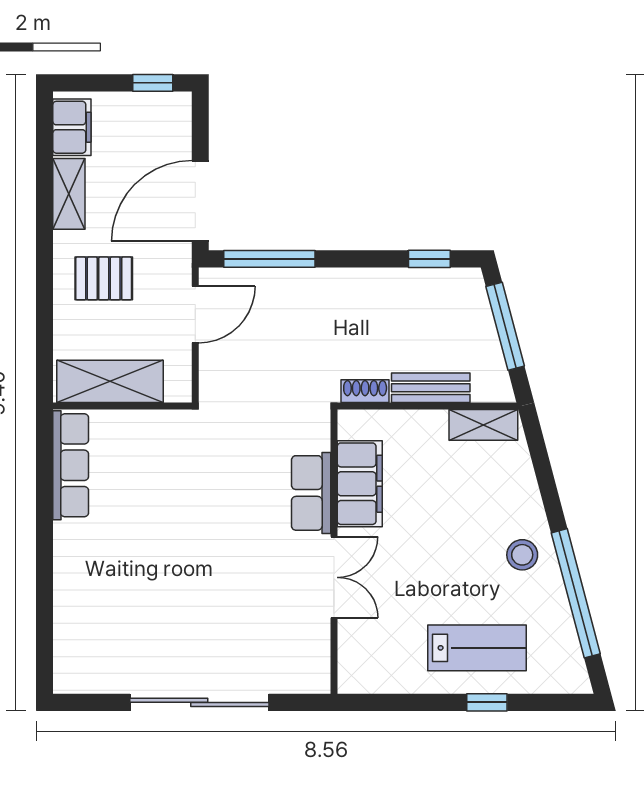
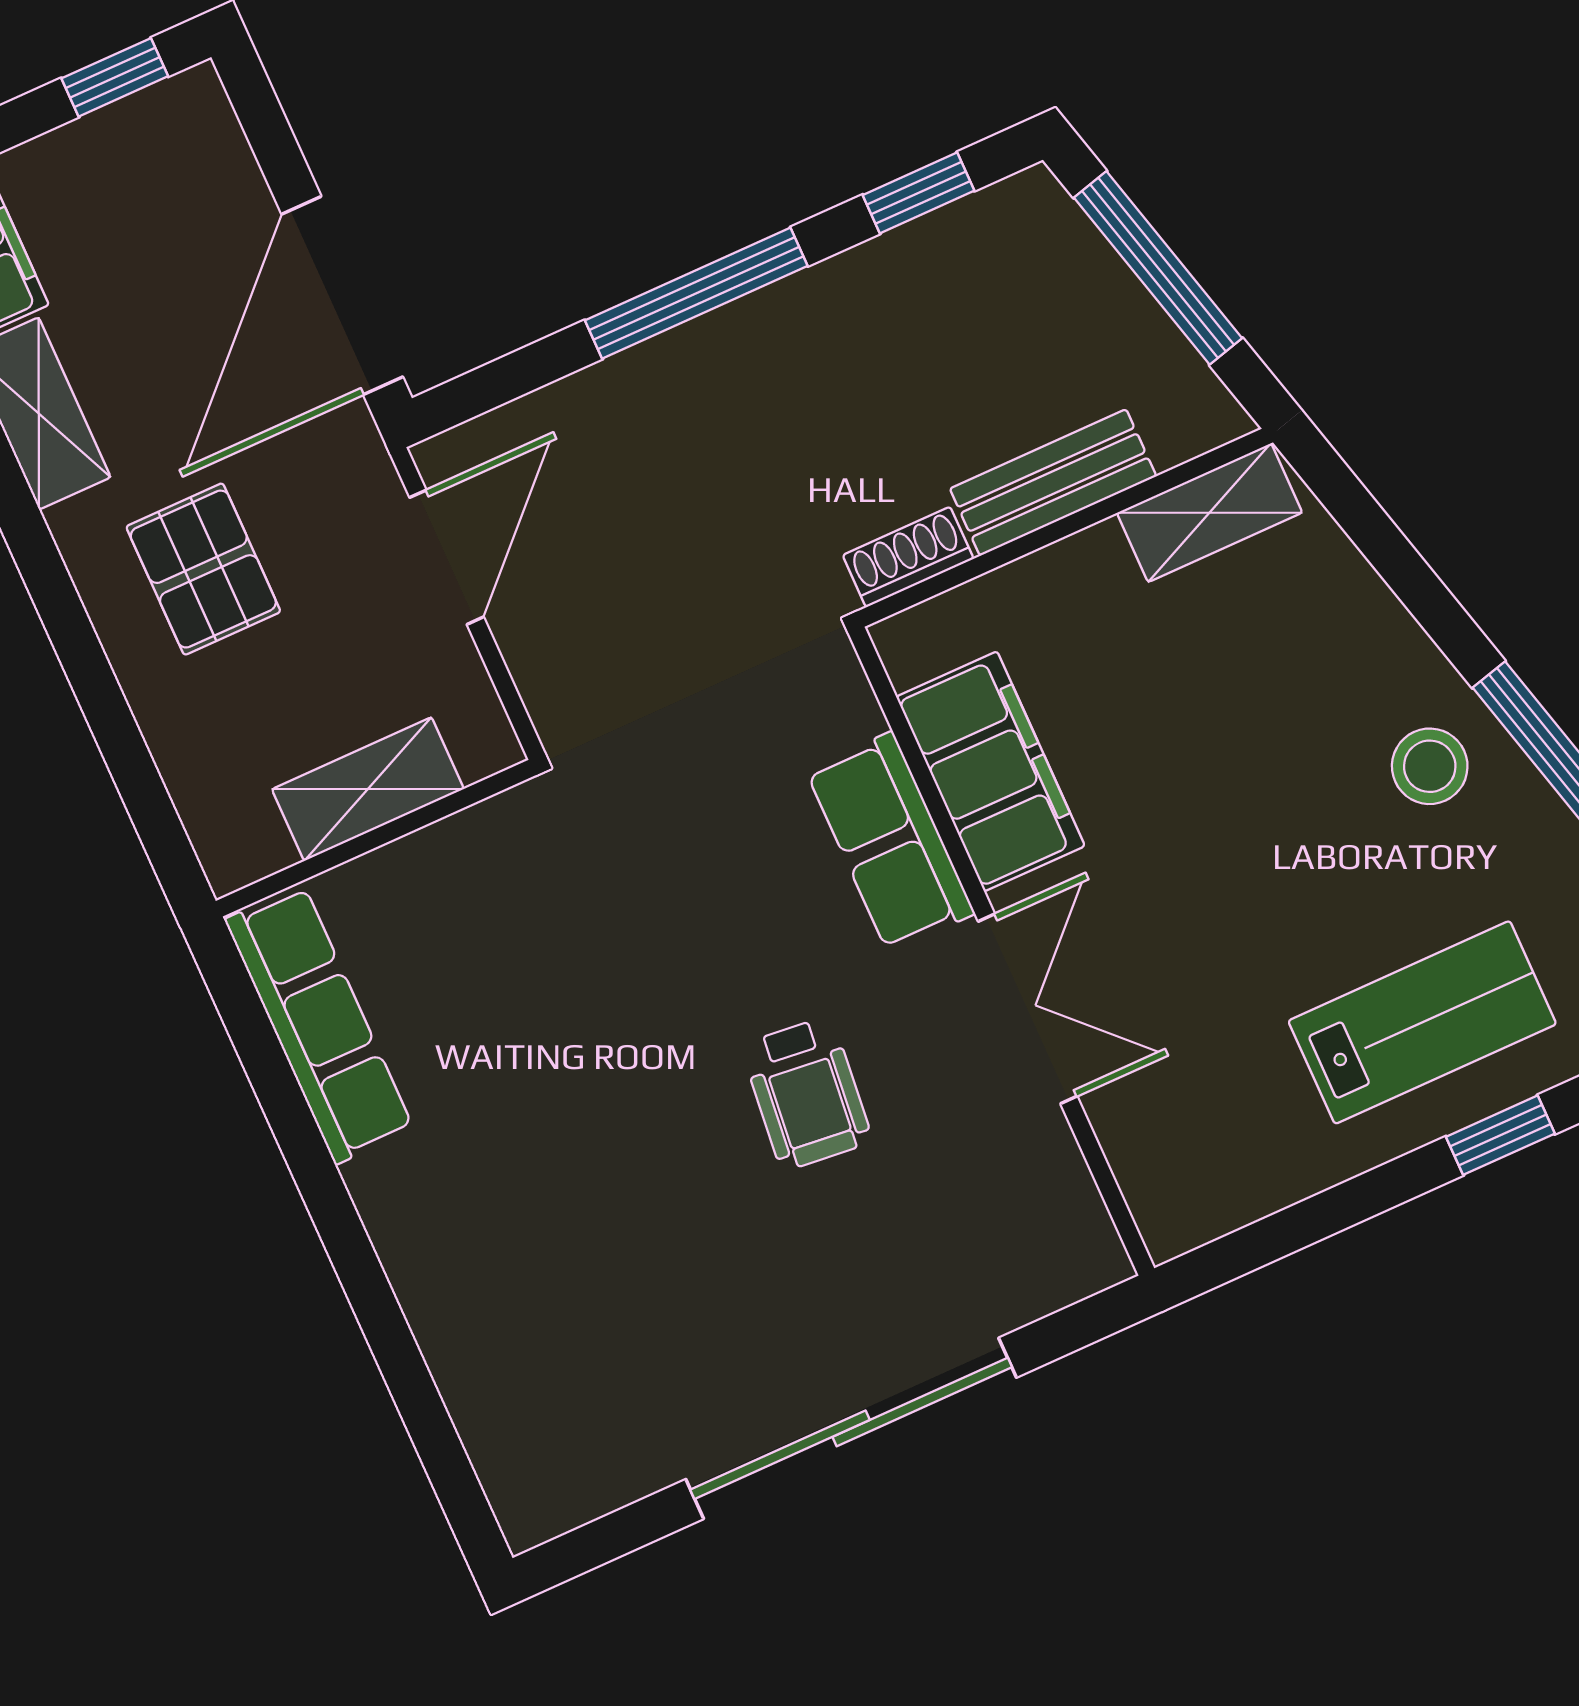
window: (269, 259) -> (696, 293), moved
pallet: (104, 278) -> (203, 569), turned 90
shelving: (110, 381) -> (368, 789), width x0.67, depth x0.75
wheelchair: (239, 572) -> (807, 1093), added

